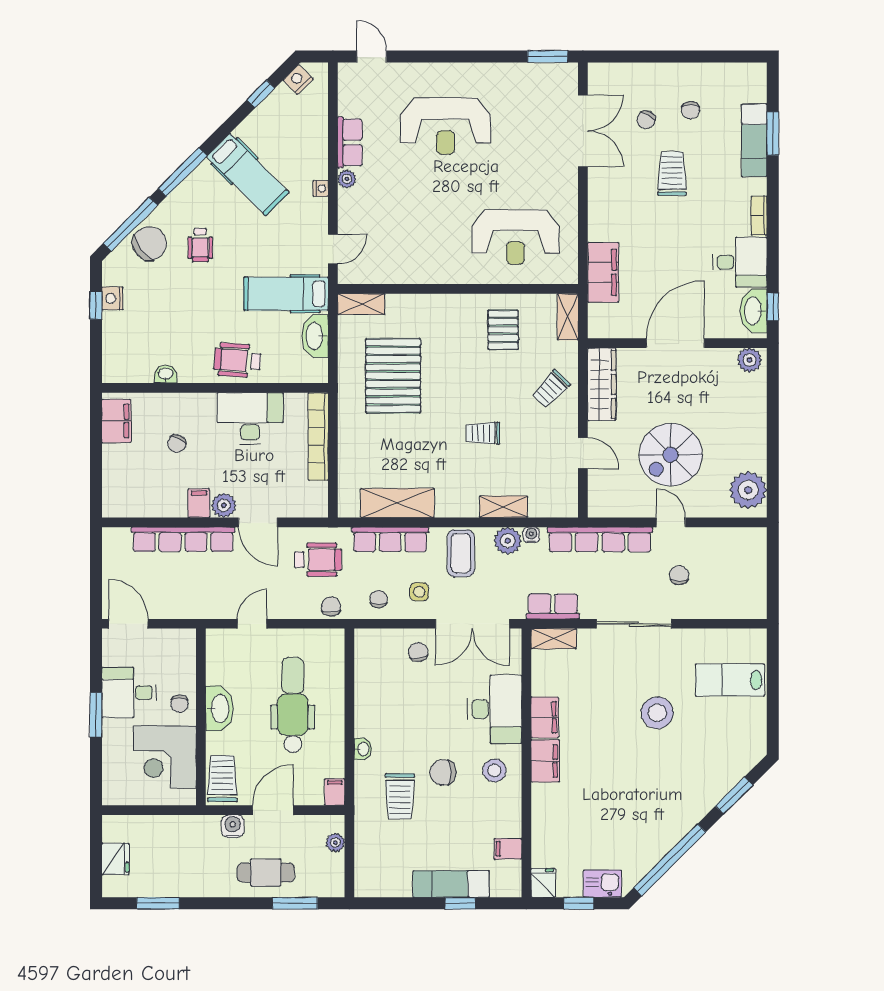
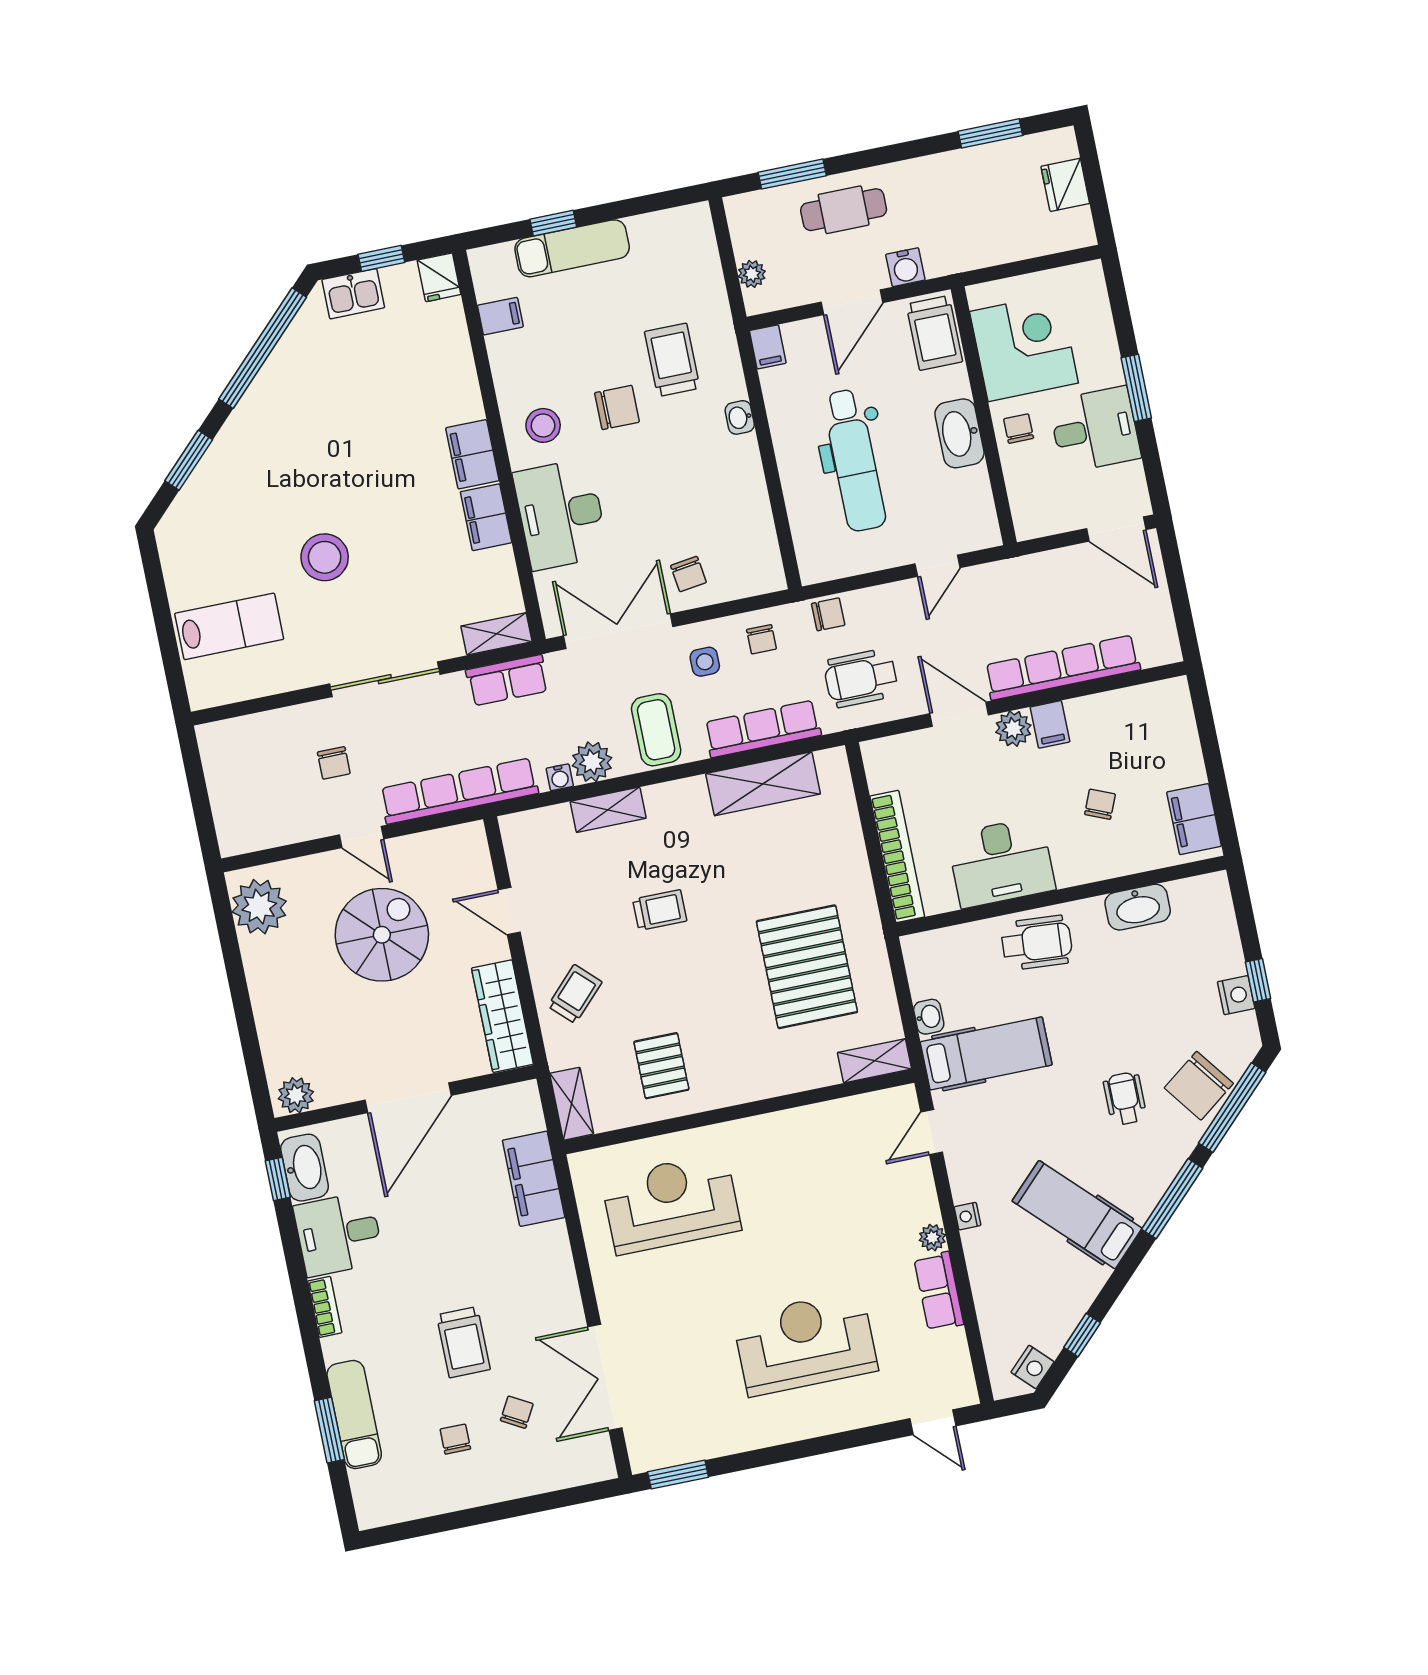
washbasin: (315, 336) -> (929, 1017), width x0.52, depth x0.69
washbasin: (166, 374) -> (1138, 907), width x1.91, depth x1.45
chair: (331, 606) -> (828, 614), turned -90

